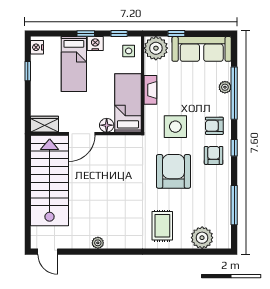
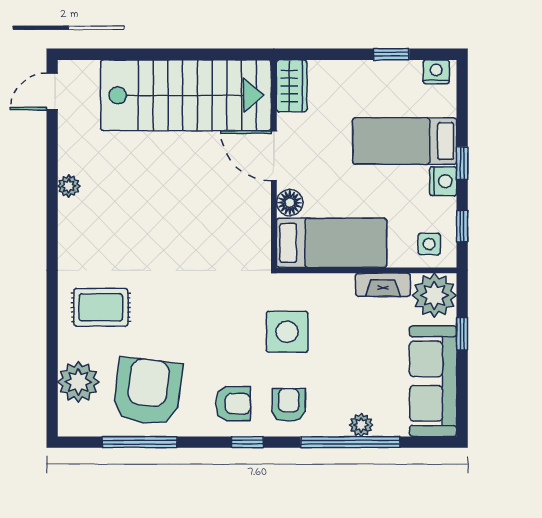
fireplace: (150, 90) -> (383, 285), moved
armchair: (173, 171) -> (147, 391), moved, turned -83

